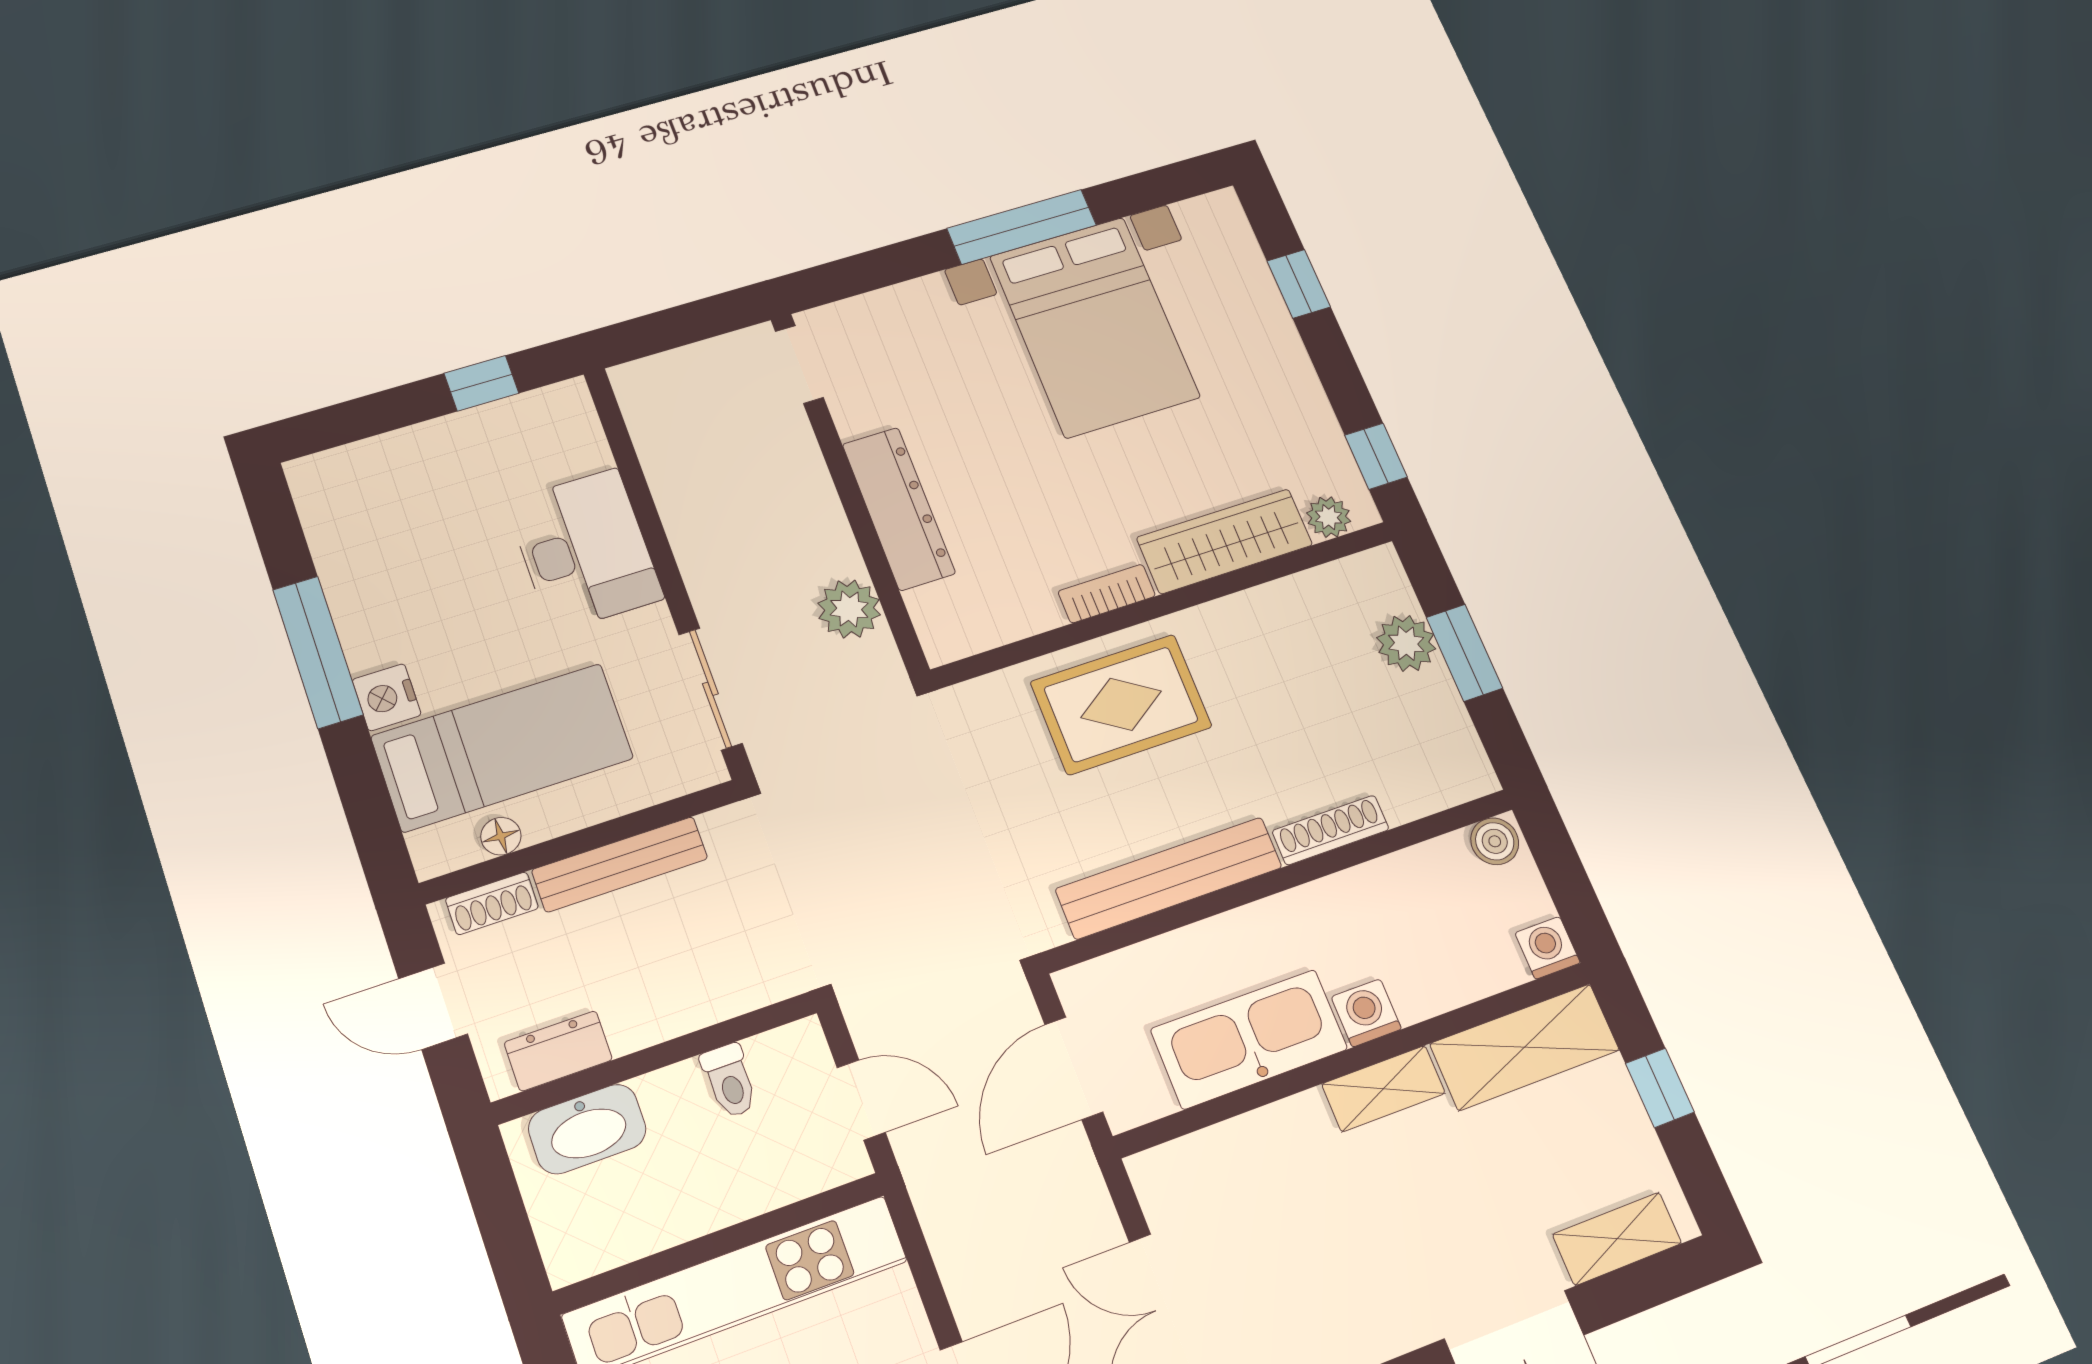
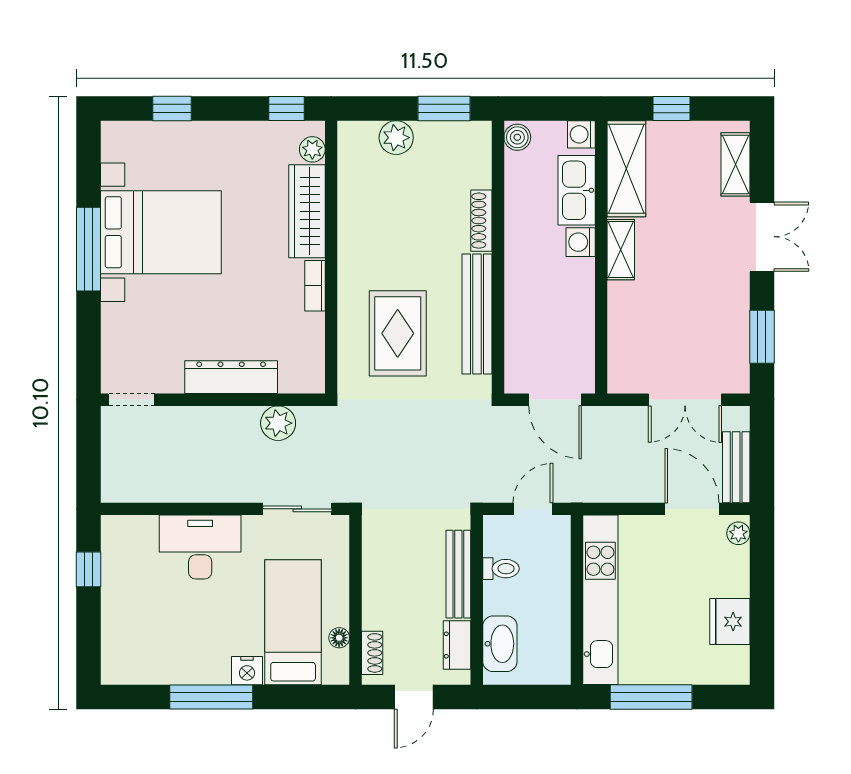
window: (1464, 653) -> (444, 109), moved
rug: (1121, 704) -> (398, 333), moved
bench: (620, 864) -> (458, 574), moved
kitchen sink: (1249, 1039) -> (577, 190), moved, width x0.73, depth x0.81

